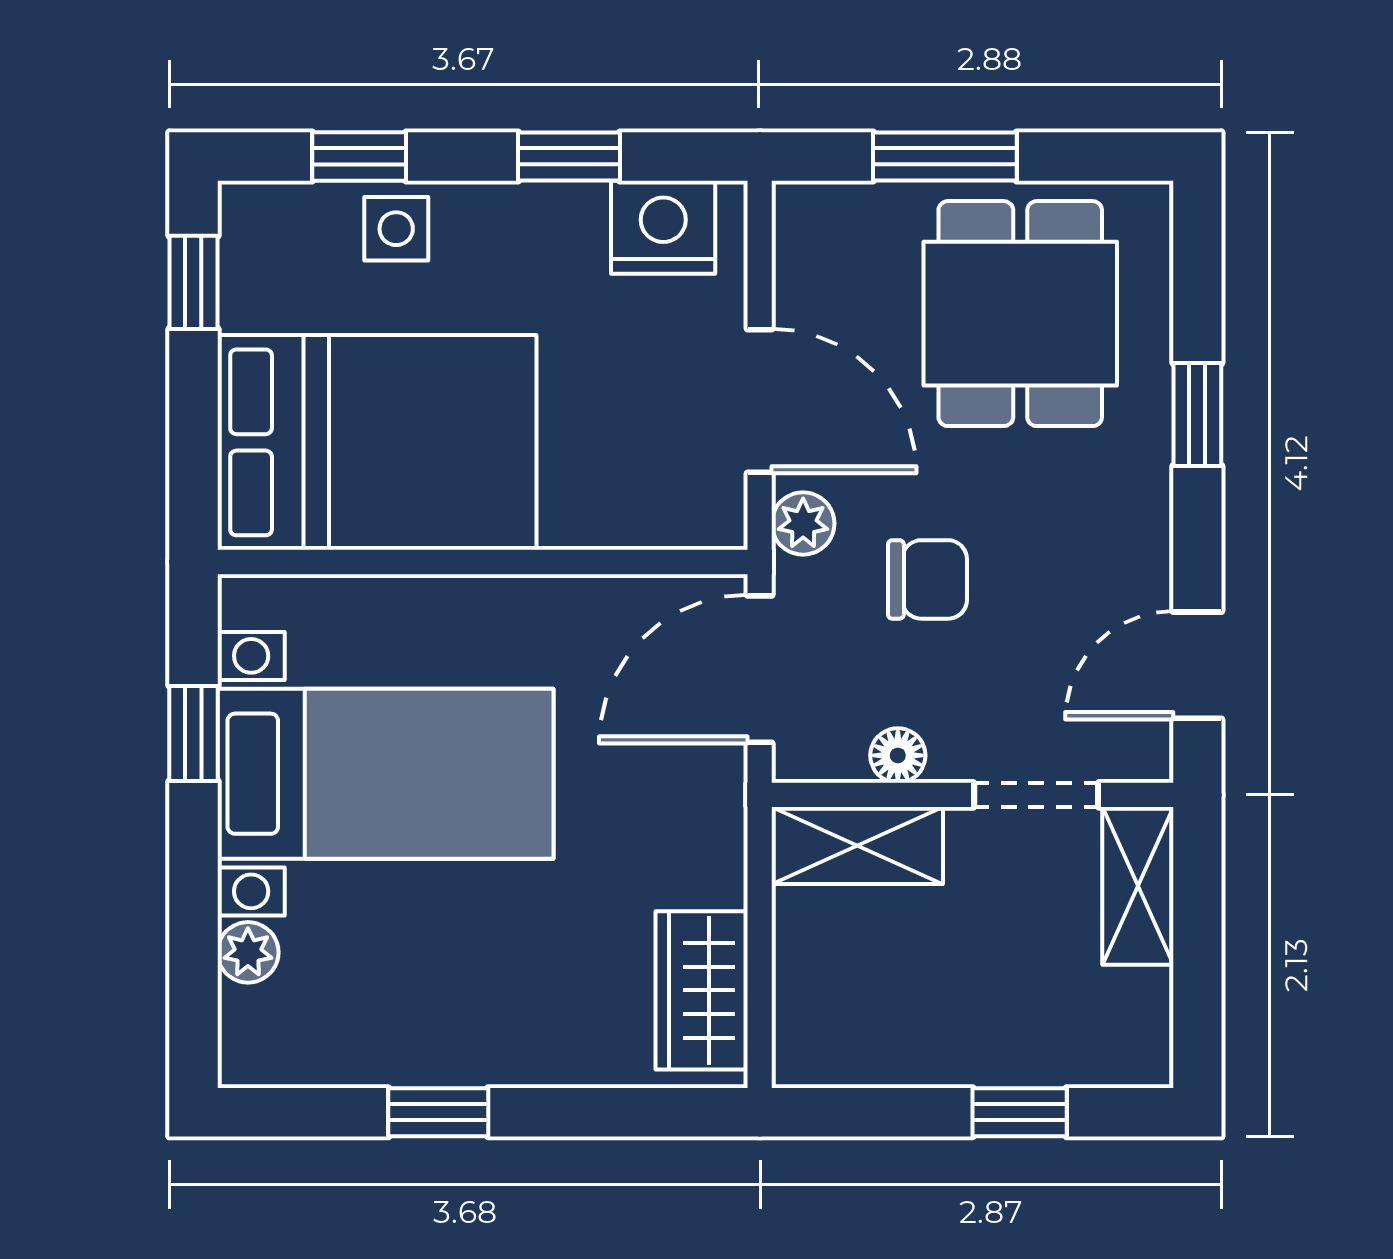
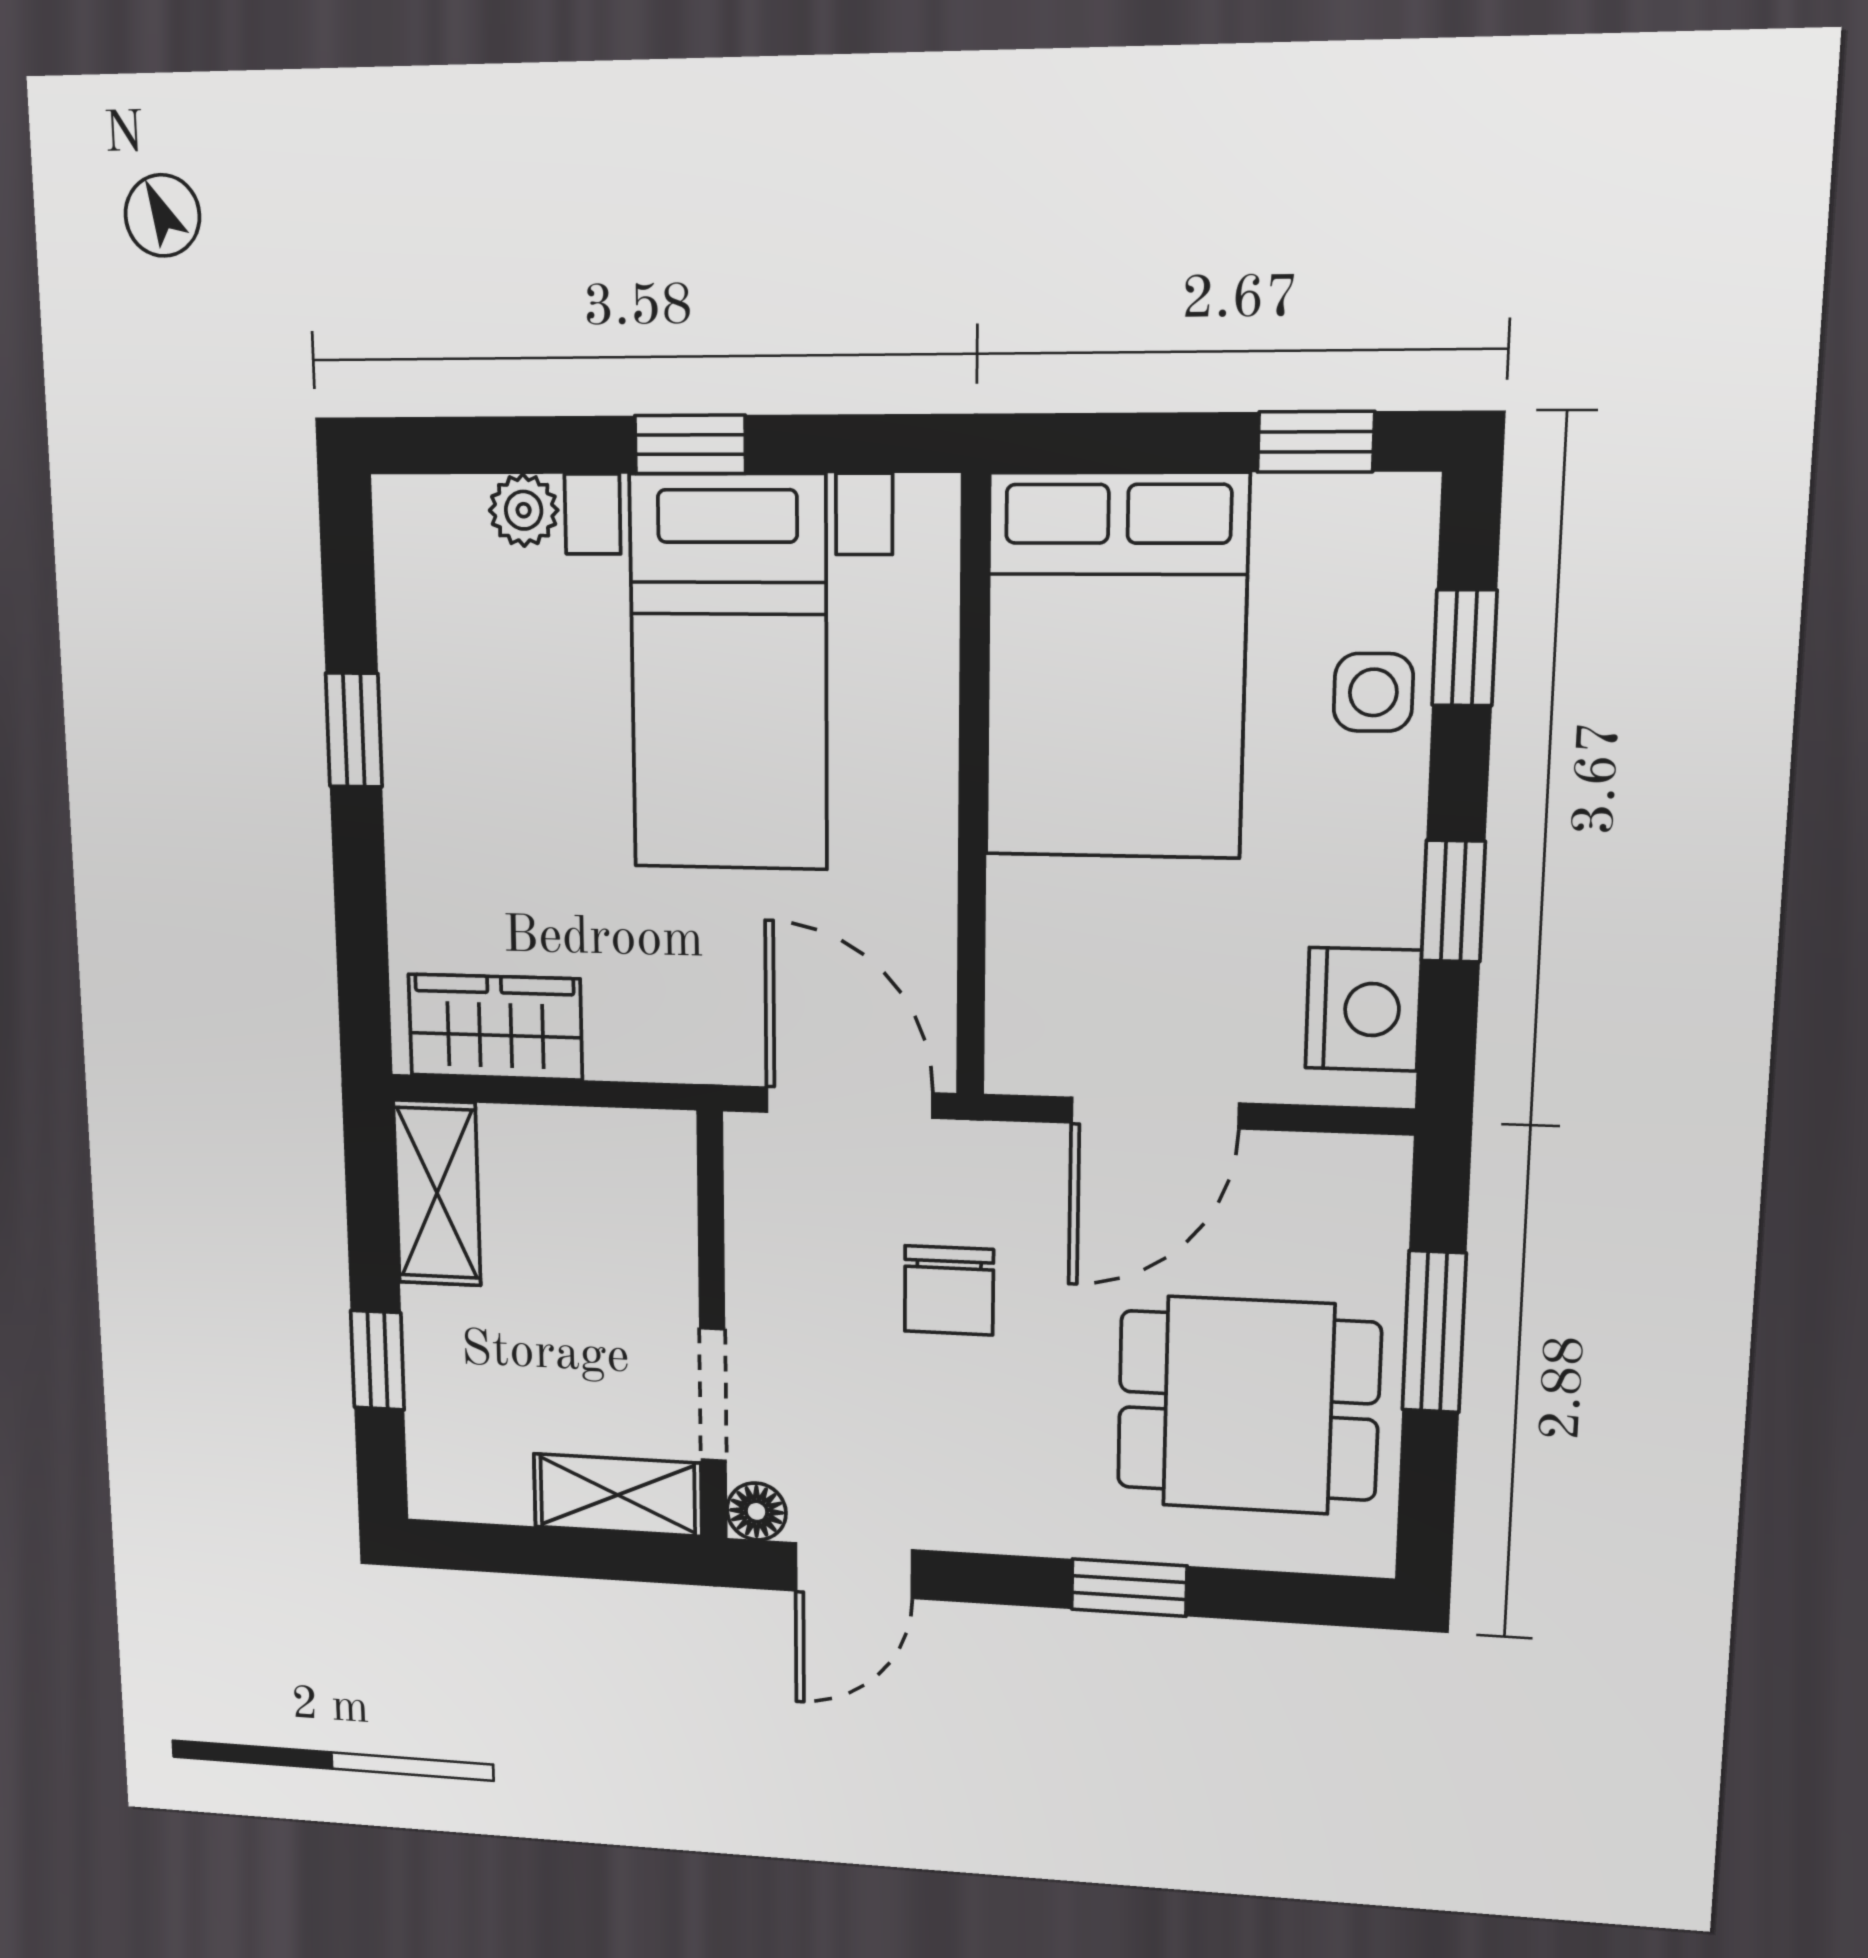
plant: (803, 523) -> (1013, 1157), removed
door: (1197, 665) -> (854, 1571), swing flipped
window: (193, 733) -> (690, 445), moved
floor lamp: (898, 755) -> (756, 1511), moved
shelving: (857, 846) -> (437, 1193), moved

